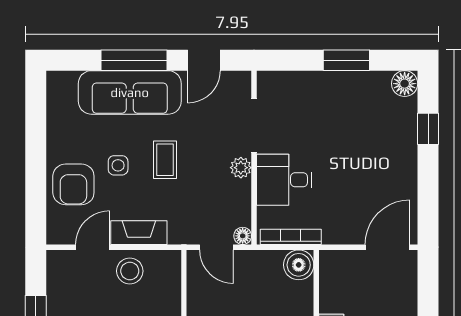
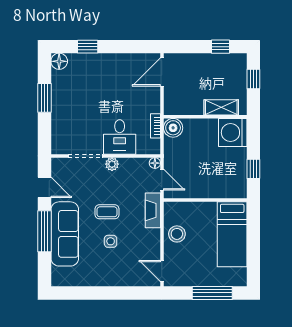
armchair: (73, 184) -> (123, 269), removed
fireplace: (139, 233) -> (153, 210), moved
bookcase: (291, 237) -> (155, 126), width x0.64
door: (93, 247) -> (162, 271), moved
door: (216, 247) -> (162, 180), hinge flipped
door: (387, 247) -> (162, 72), hinge flipped

